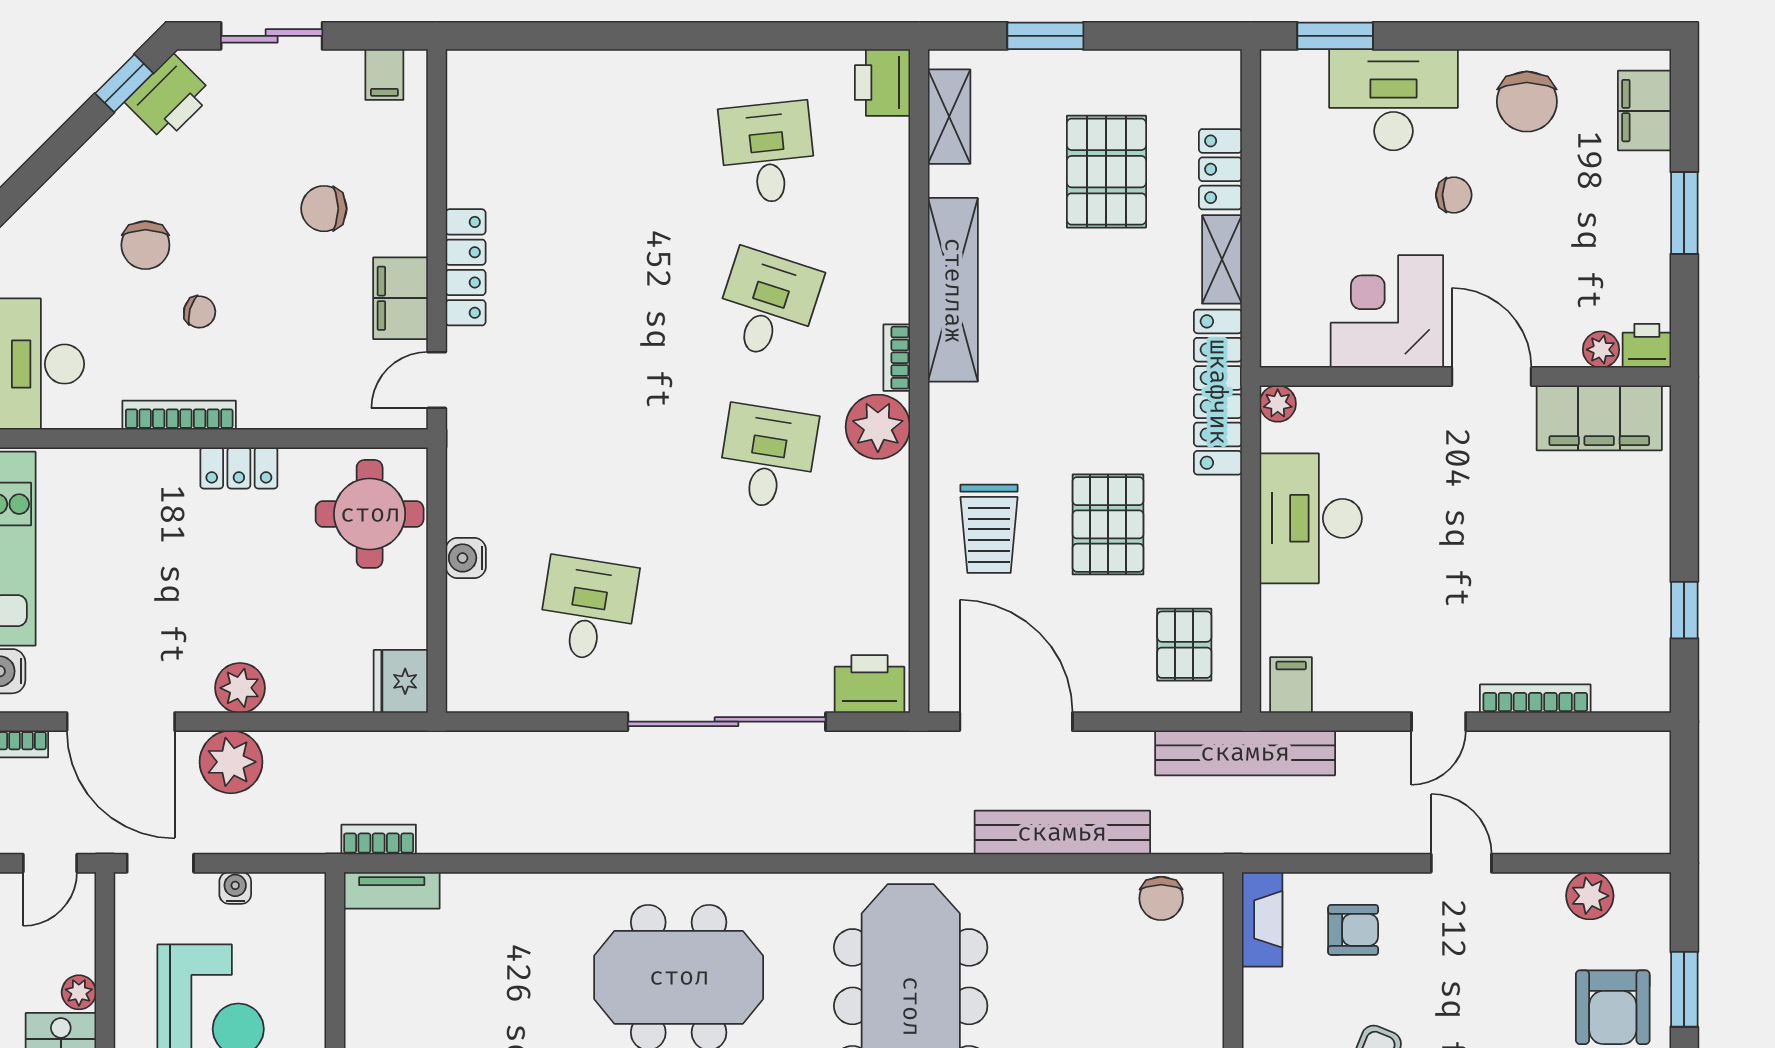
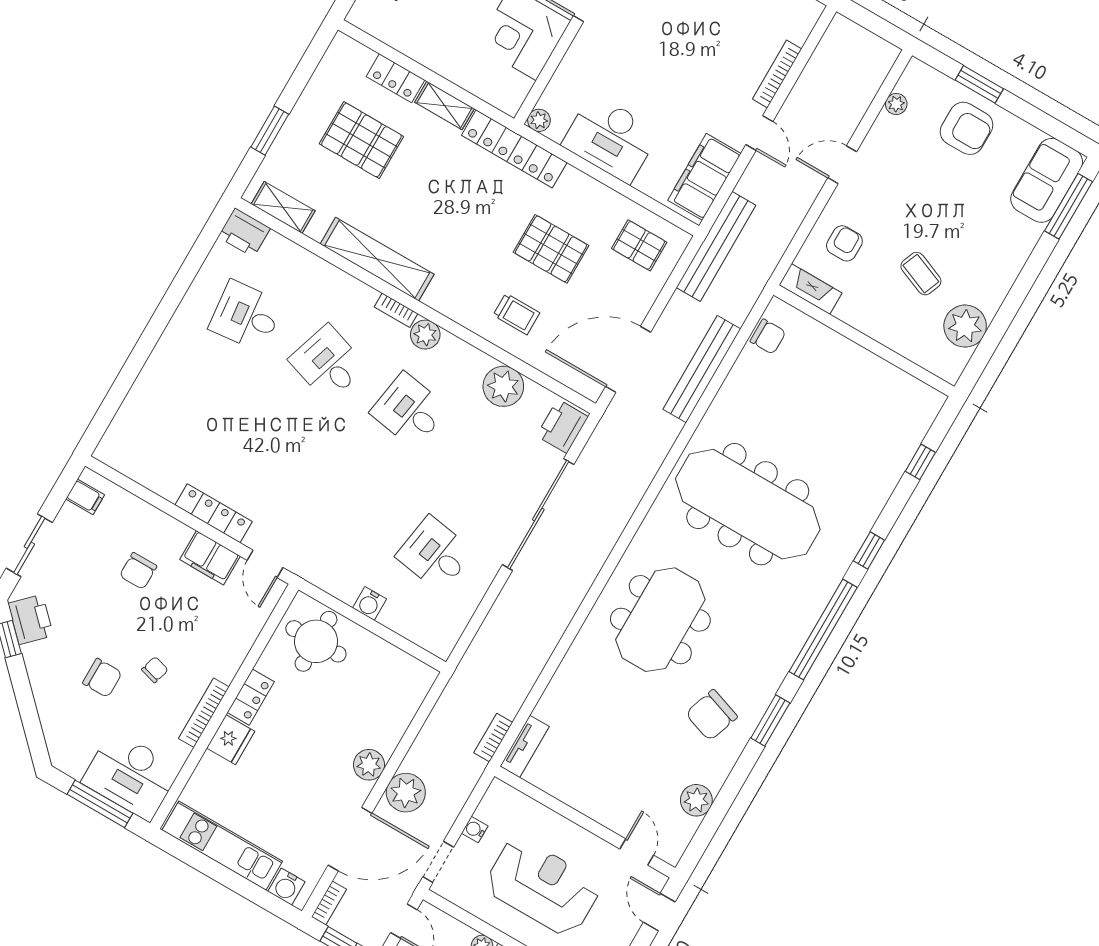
plant: (878, 427) -> (425, 335), width x0.73, depth x0.73
trolley: (989, 529) -> (516, 314), width x0.73, depth x0.72
plant: (877, 569) -> (503, 386), added
fridge: (401, 681) -> (231, 740), moved, turned -90
filing cabinet: (1291, 685) -> (704, 177), width x3.00, depth x1.17
plant: (1590, 896) -> (896, 104), width x0.73, depth x0.73

